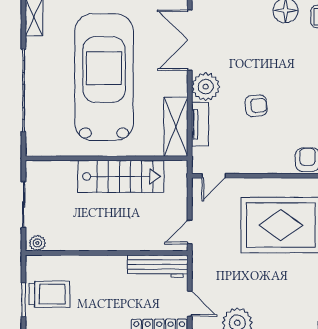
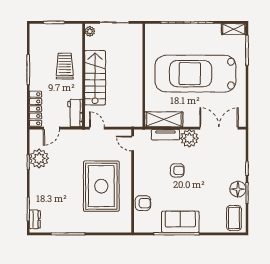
car: (104, 77) -> (195, 74), turned 180
armchair: (256, 106) -> (177, 170), turned -84
stairs: (121, 176) -> (95, 78), moved, turned 180
workbench: (158, 266) -> (75, 113), width x0.73
trolley: (49, 294) -> (65, 66), moved, turned 180

